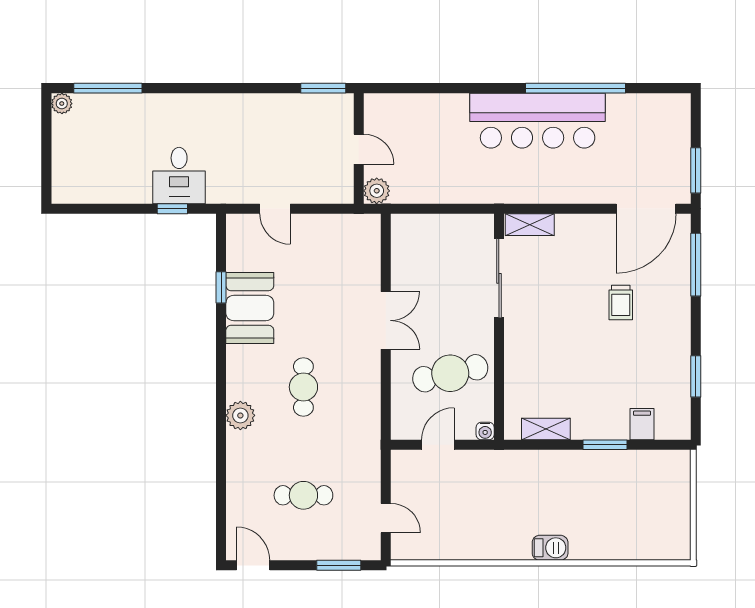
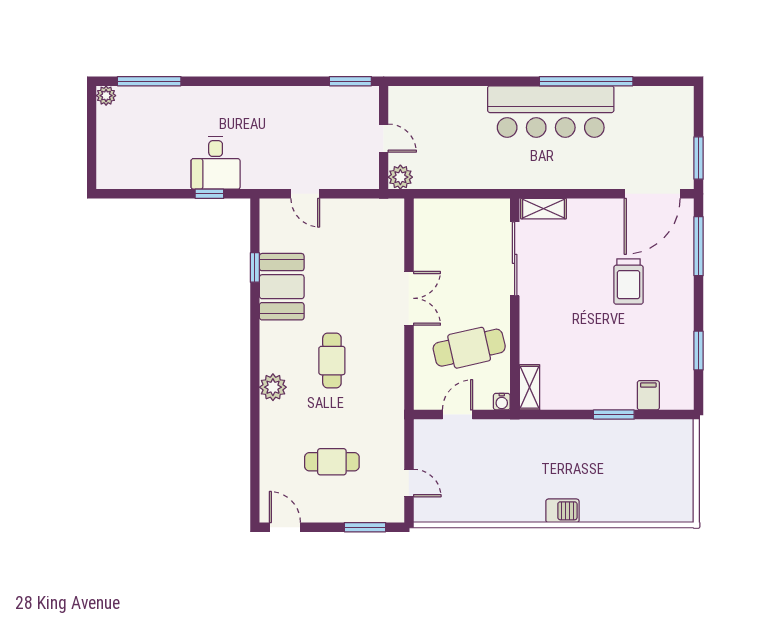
trolley: (621, 302) -> (629, 281), width x1.36, depth x1.39
shelving: (546, 429) -> (529, 387), moved, turned 90

